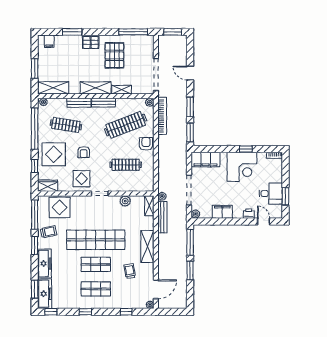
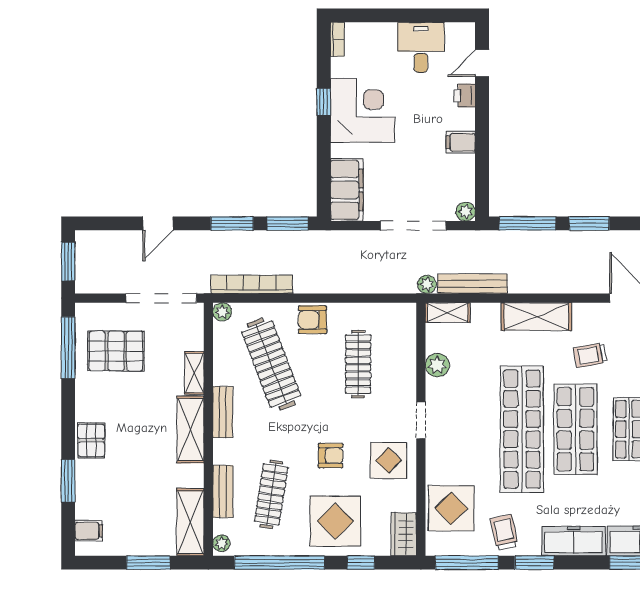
pallet: (114, 55) -> (116, 351), moved
bench: (79, 103) -> (223, 491), moved
window: (285, 196) -> (427, 15), removed
filing cabinet: (222, 212) -> (461, 142), width x0.50
shop shelf: (96, 264) -> (575, 429), width x1.43, depth x1.36

